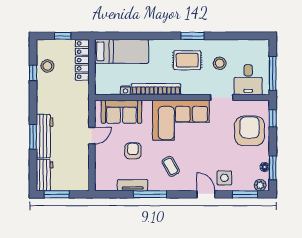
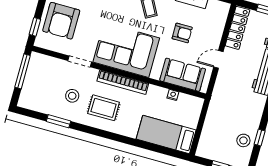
window: (192, 36) -> (58, 121), moved
locker: (82, 60) -> (237, 28), moved
desk: (248, 80) -> (49, 72), removed
bookcase: (156, 89) -> (123, 82), moved
armchair: (133, 151) -> (182, 33), turned -90

